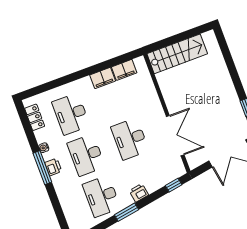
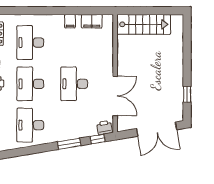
filing cabinet: (103, 78) -> (70, 21), width x0.50
printer: (139, 193) -> (105, 128), moved
window: (127, 212) -> (69, 144), moved

